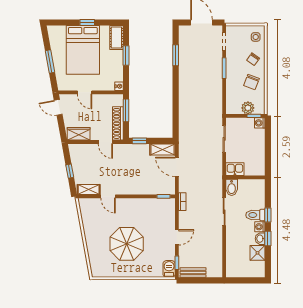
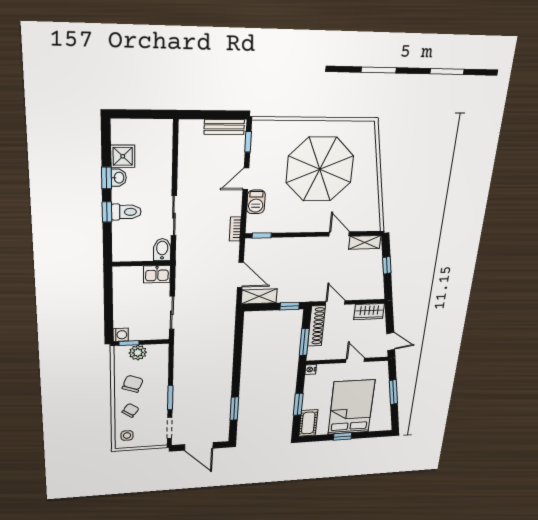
washing machine: (260, 227) -> (119, 195), removed
parasol: (127, 244) -> (320, 169), width x1.36, depth x1.36
barbecue: (169, 269) -> (256, 202), moved

